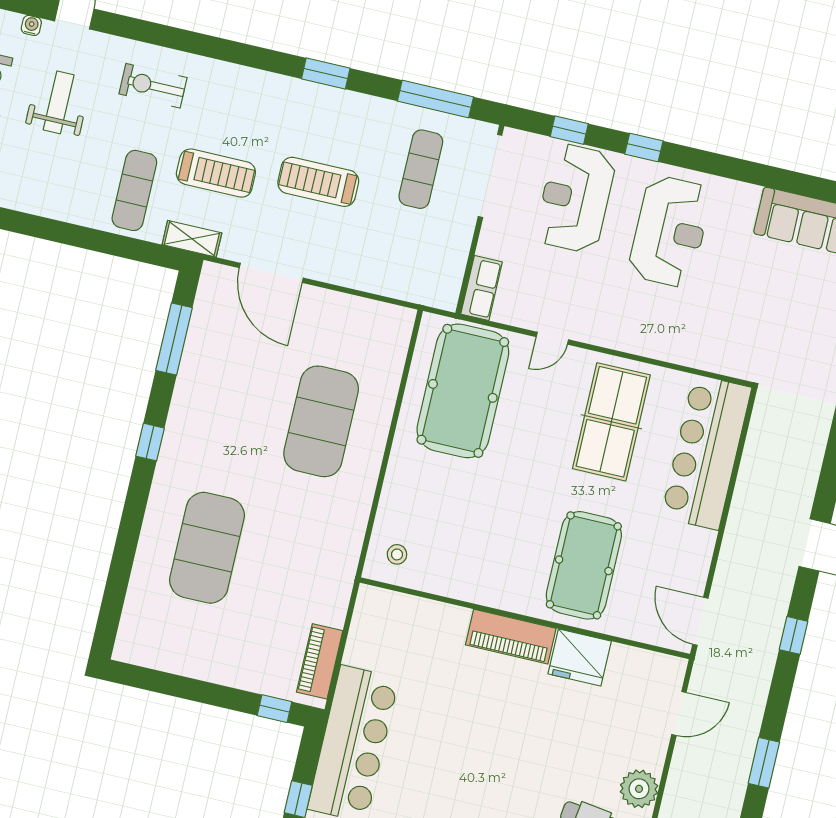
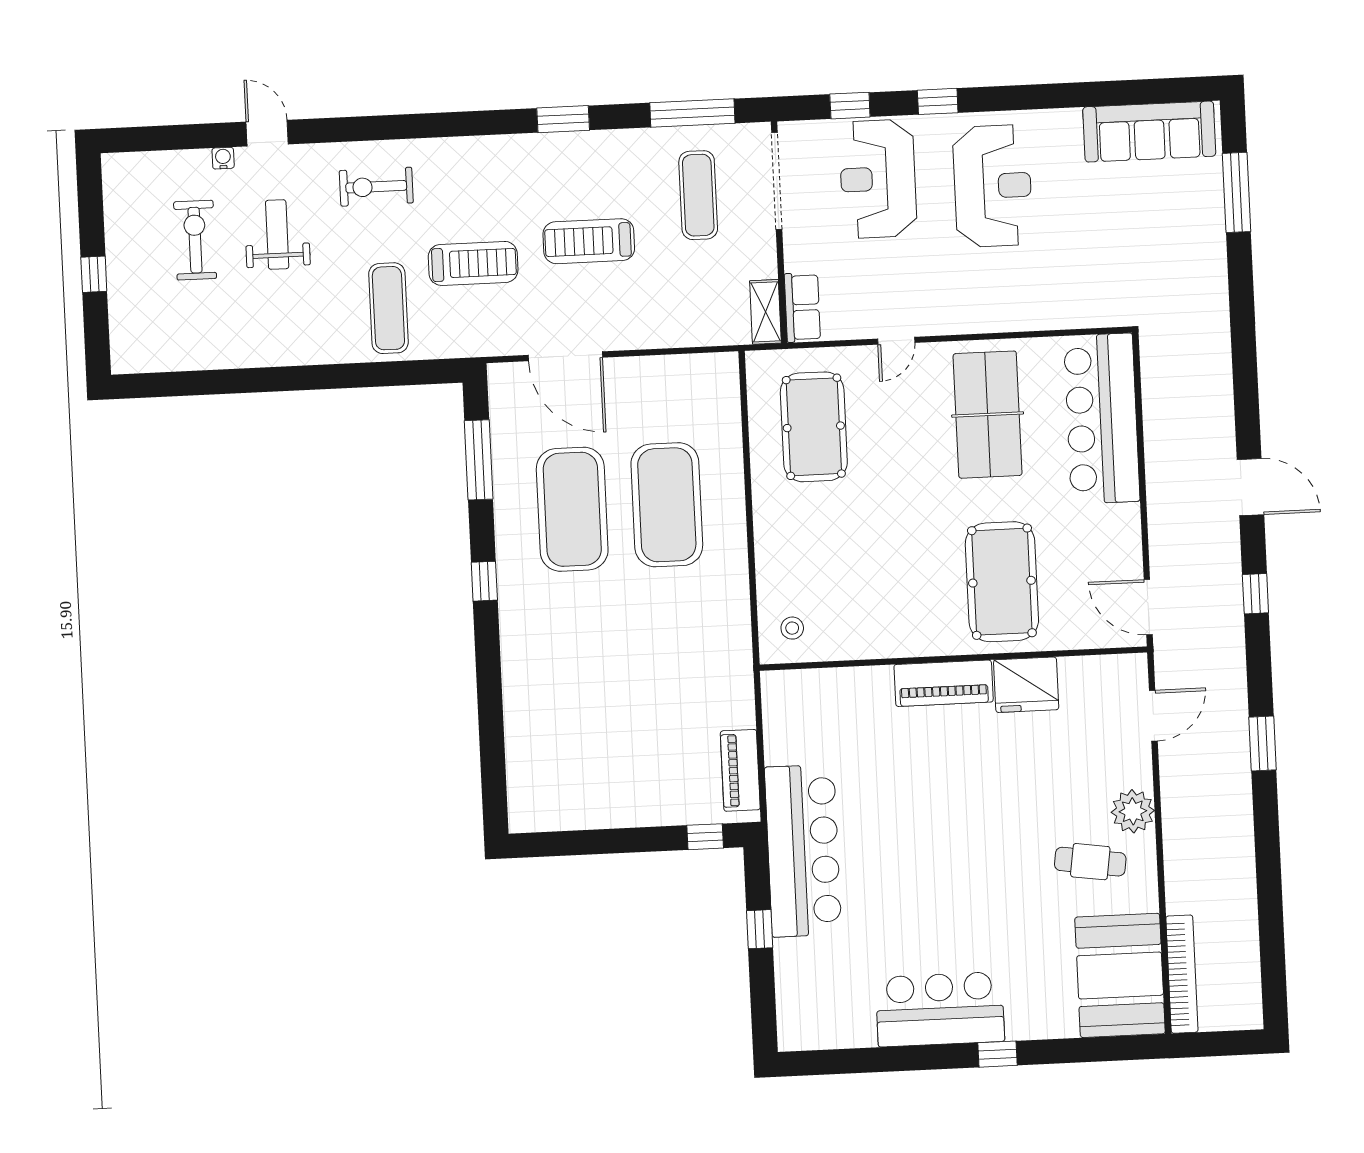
shelving: (192, 239) -> (765, 312), moved, turned 90
pool table: (463, 391) -> (814, 427), width x0.73, depth x0.76
exercise mat: (207, 548) -> (572, 509), moved

